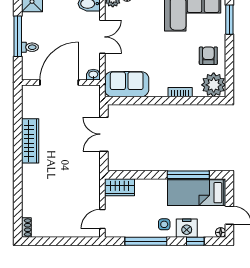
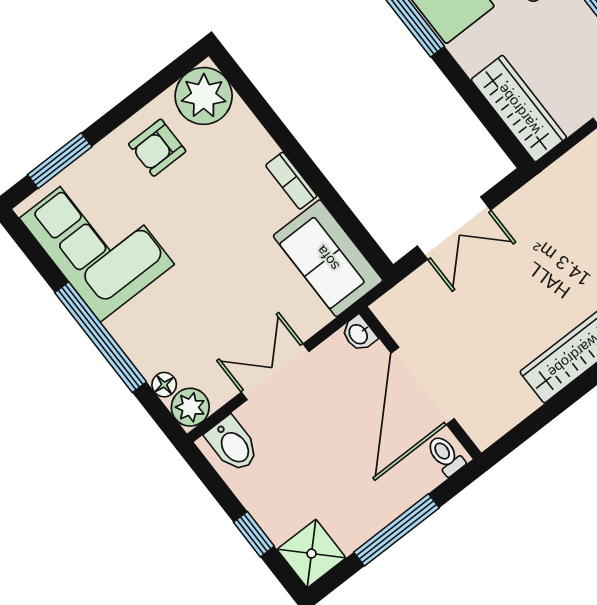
toilet: (30, 47) -> (446, 455), moved
door: (59, 83) -> (423, 386), hinge flipped
bookcase: (180, 92) -> (291, 181), moved
wardrobe: (120, 187) -> (519, 109), width x1.50

